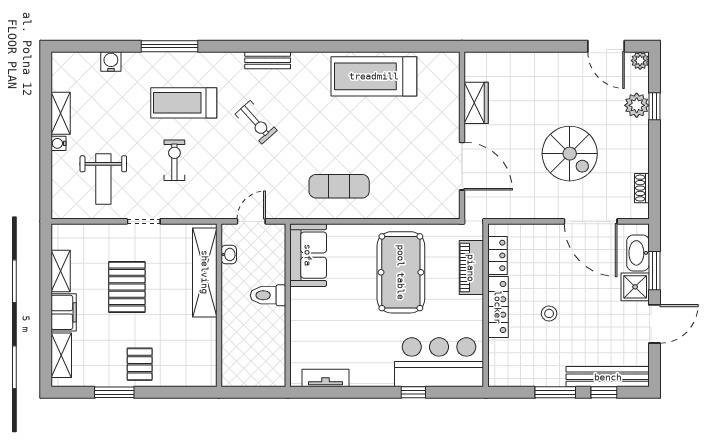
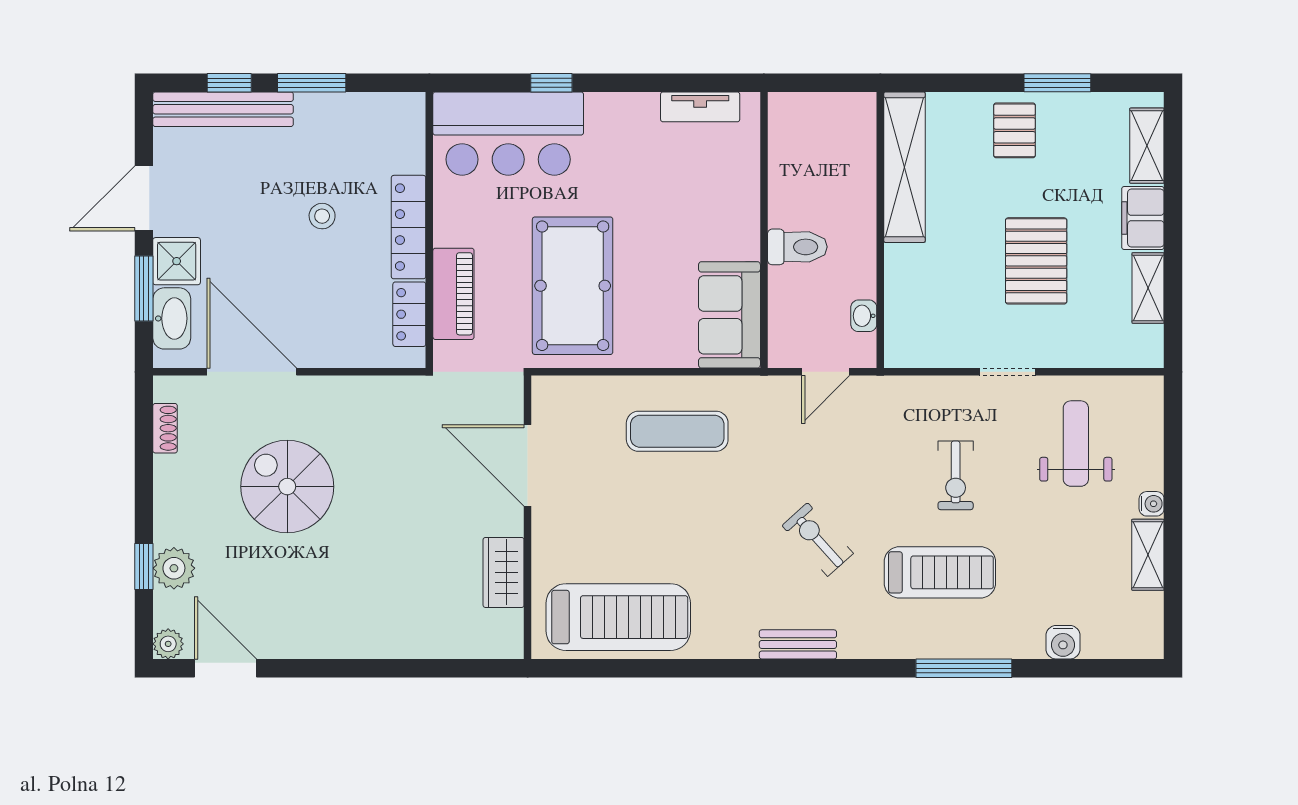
wardrobe: (476, 103) -> (504, 572), moved
wall: (462, 135) -> (528, 517), moved
door: (462, 166) -> (528, 465), moved
shelving: (205, 272) -> (904, 167), moved

